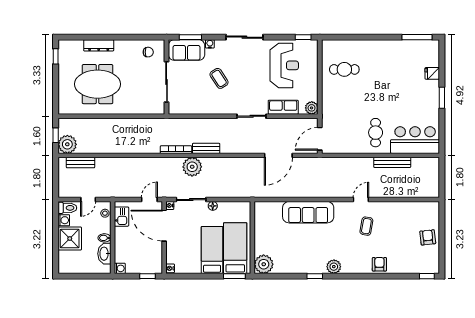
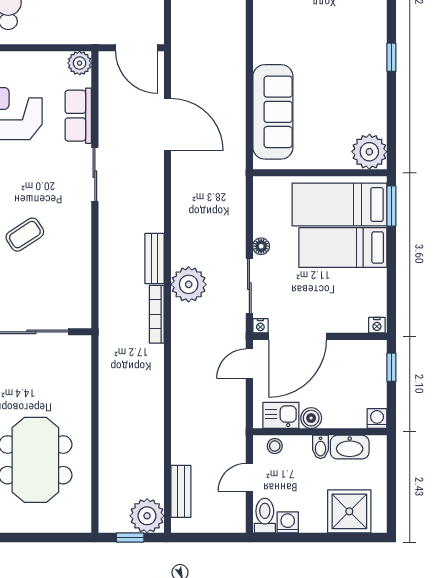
door: (88, 200) -> (249, 477), swing flipped
door: (149, 200) -> (249, 364), hinge flipped
sofa: (308, 212) -> (273, 112), moved
boiler: (120, 233) -> (311, 418), added
shower: (70, 239) -> (349, 511), moved
plant: (334, 267) -> (374, 22), removed

